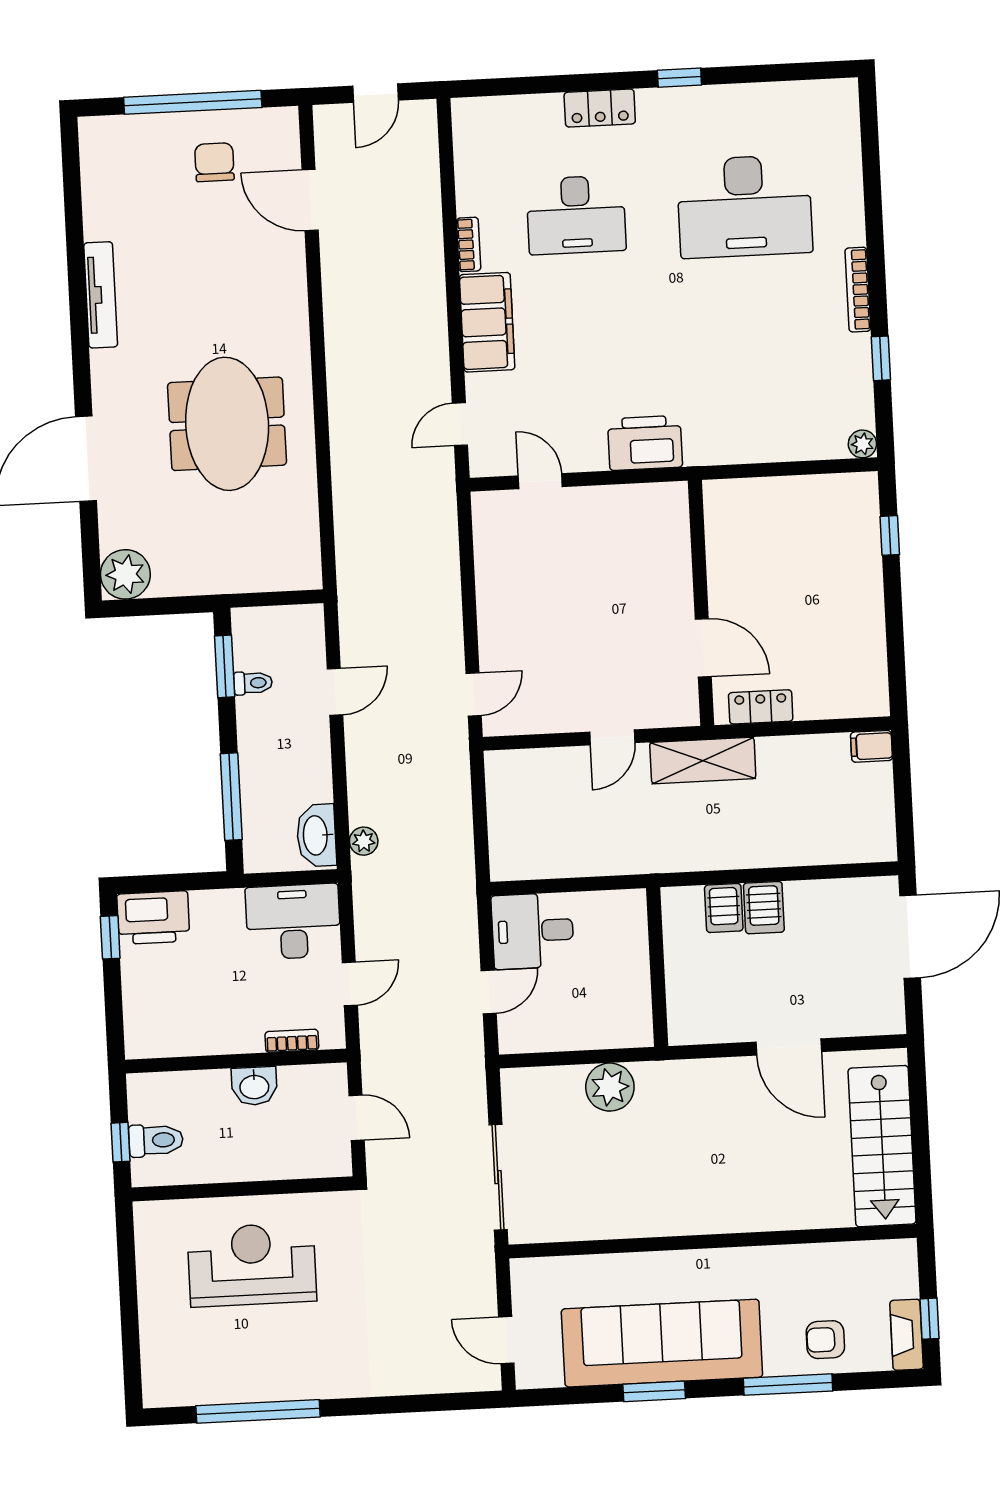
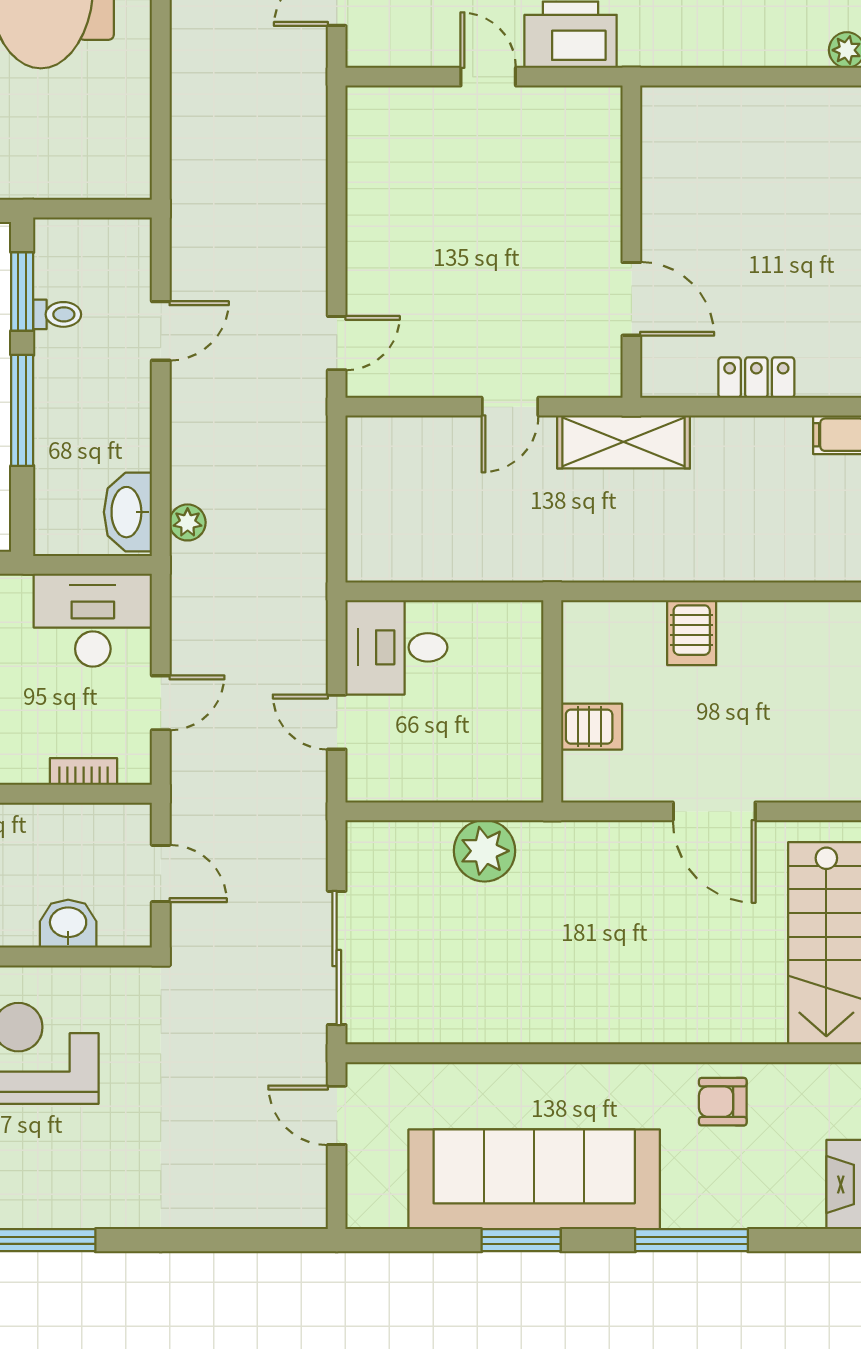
door: (540, 481) -> (488, 77), moved
locker: (761, 707) -> (756, 378), moved
window: (231, 797) -> (22, 410), moved
server rack: (724, 908) -> (592, 727), moved, turned -90
door: (489, 992) -> (337, 722), swing flipped
washbasin: (254, 1086) -> (68, 924), moved, turned 180
door: (506, 1340) -> (337, 1115), moved
armchair: (825, 1340) -> (723, 1102), moved

